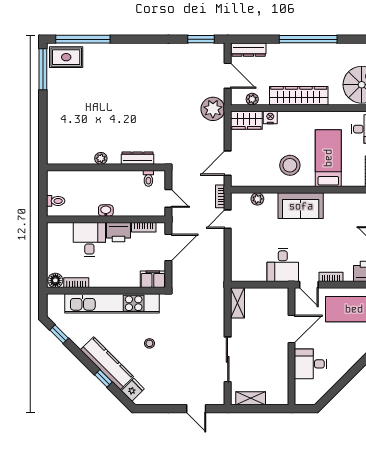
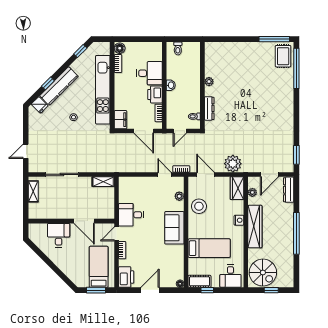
plant: (213, 109) -> (233, 164), moved
nightstand: (270, 117) -> (239, 220), moved
stool: (290, 165) -> (199, 206), moved

